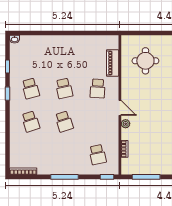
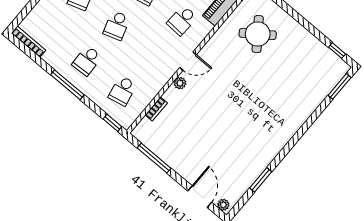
round table: (145, 61) -> (258, 34), turned -36
door: (120, 108) -> (188, 61), hinge flipped
school desk: (64, 155) -> (87, 61), added

